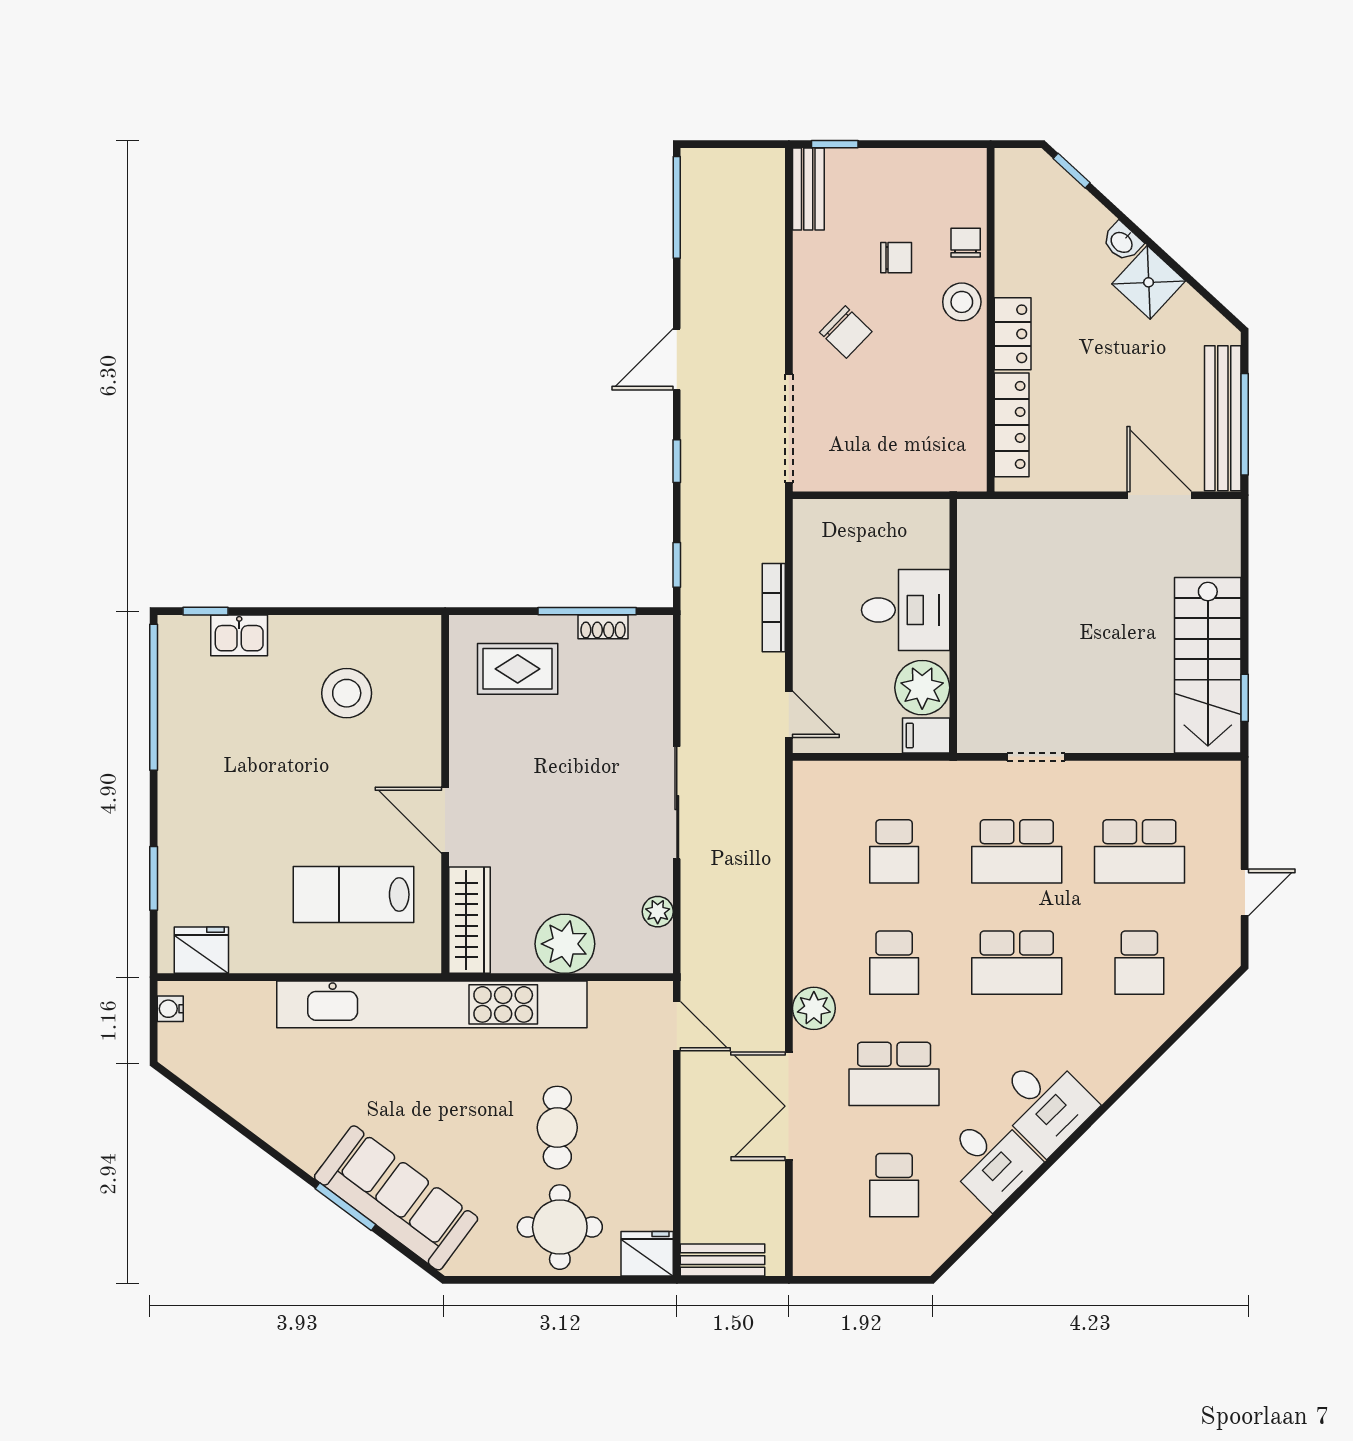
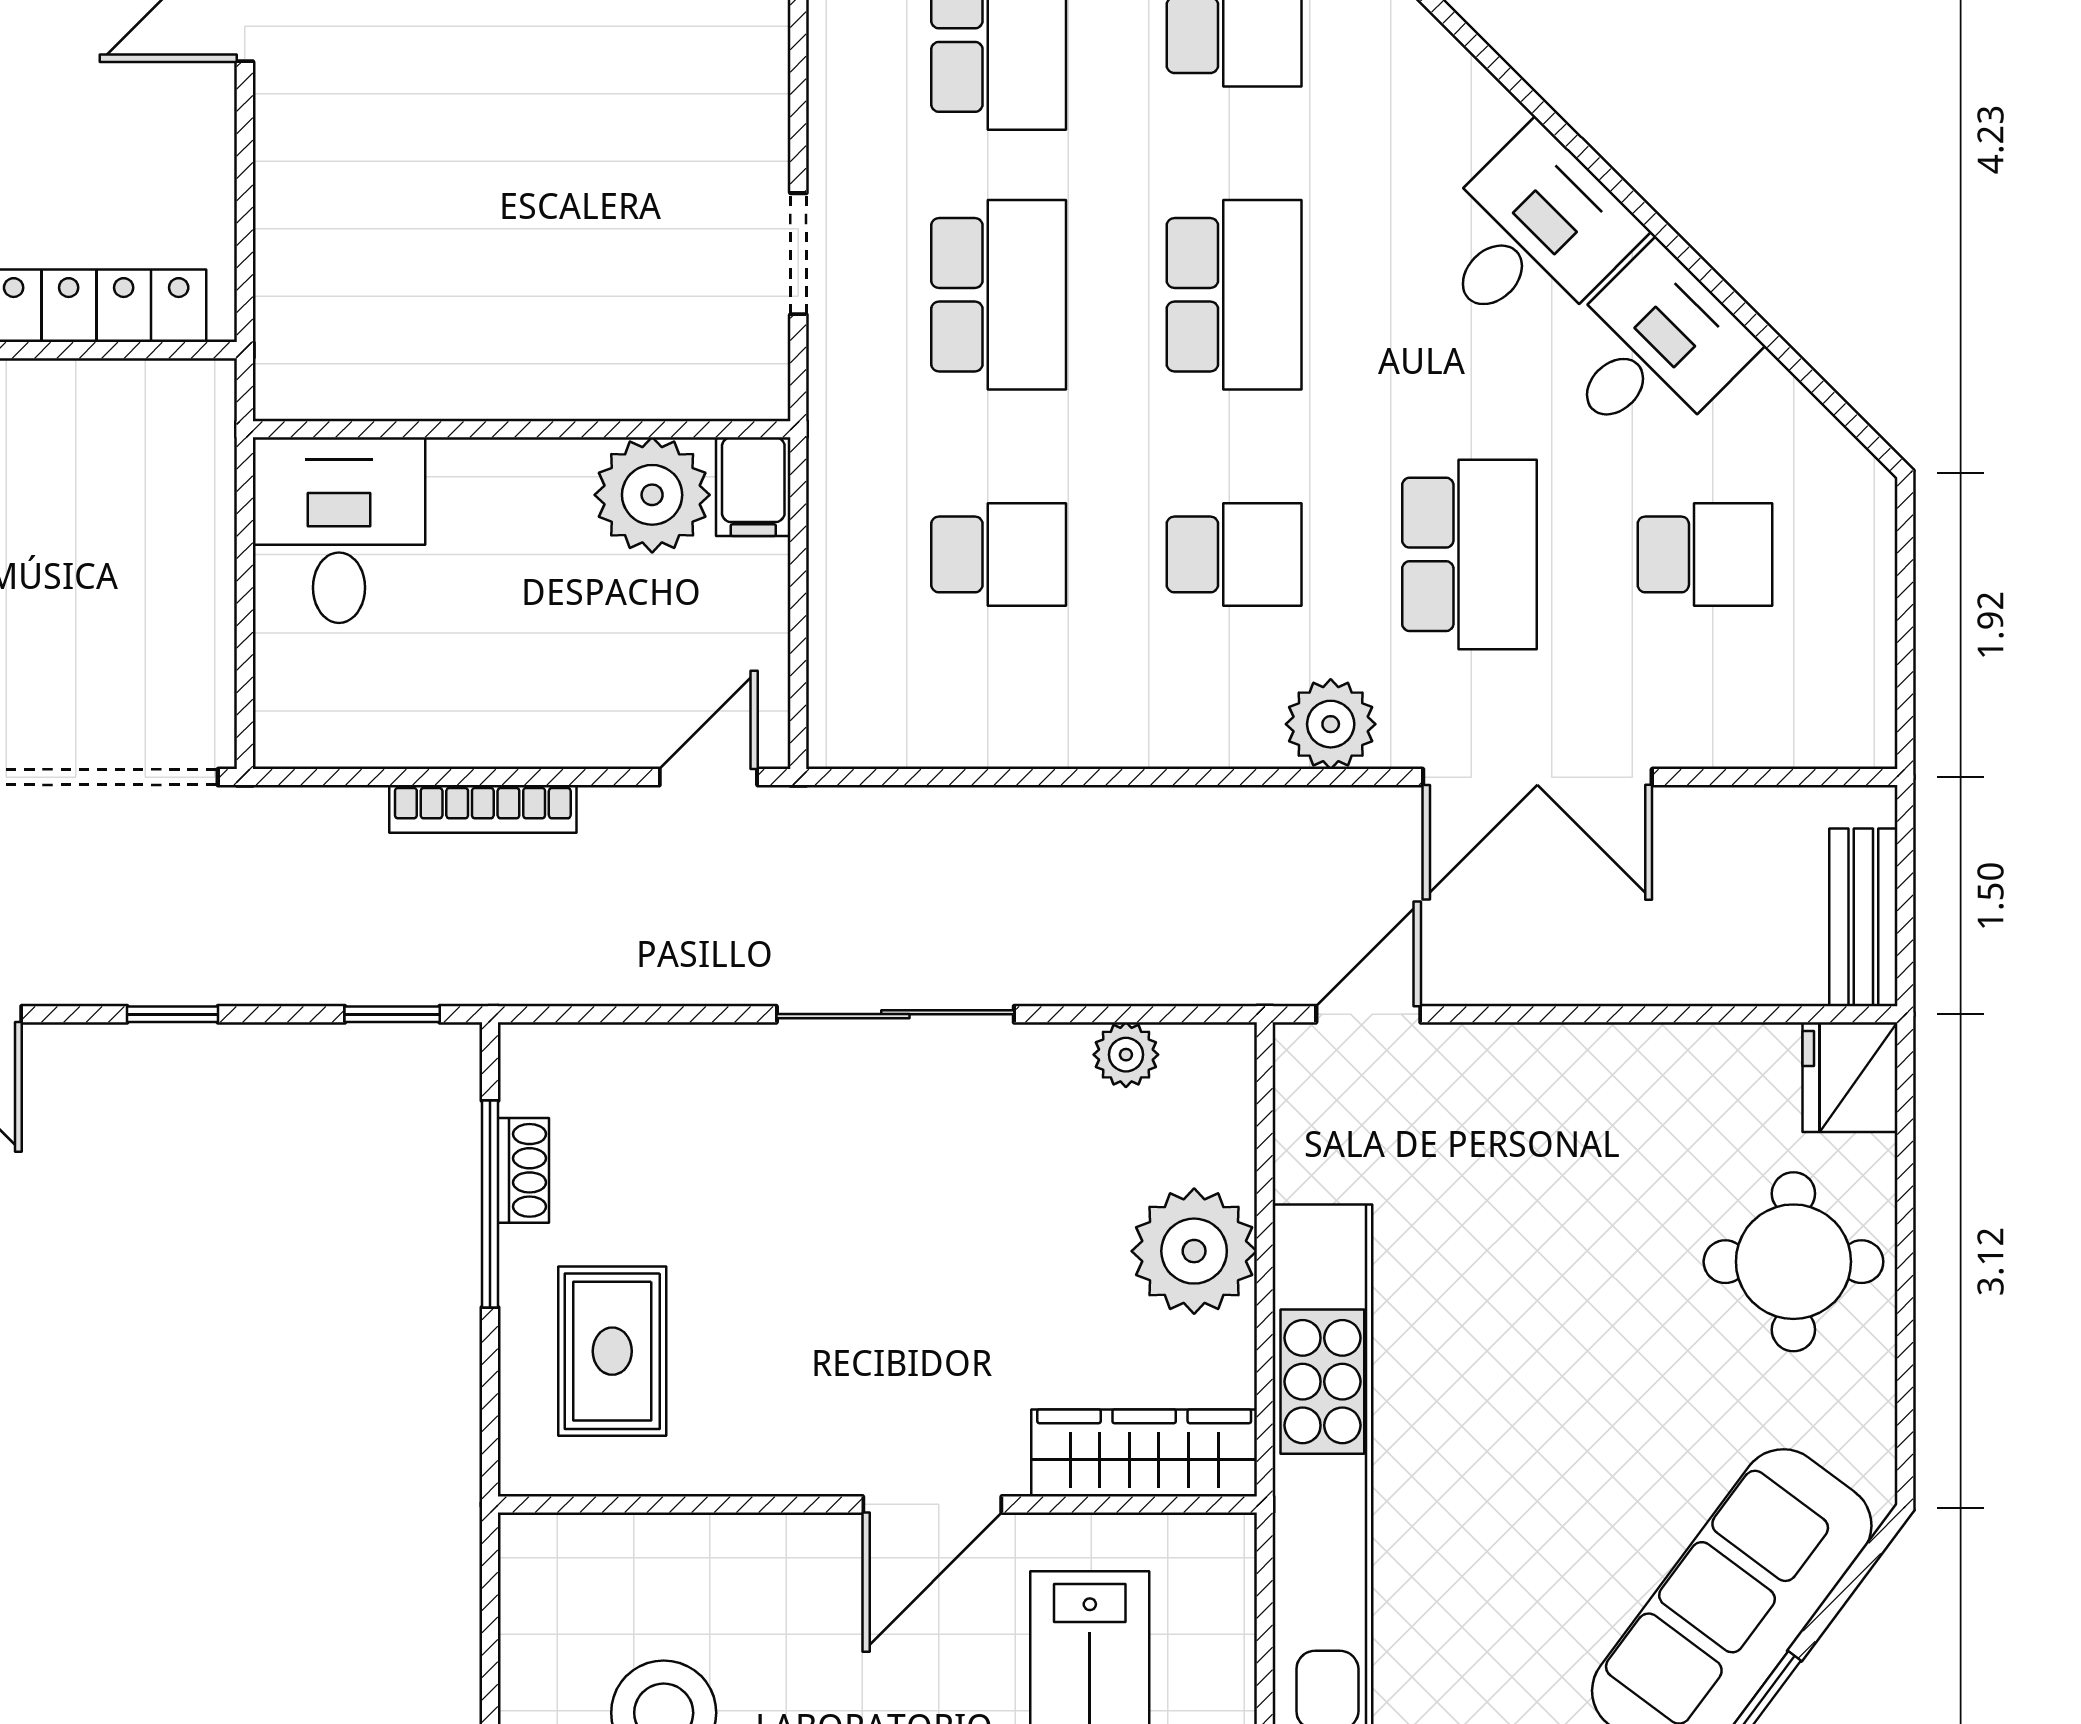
desk: (906, 610) -> (339, 530), moved
cafe table: (557, 1128) -> (1583, 1267), removed

